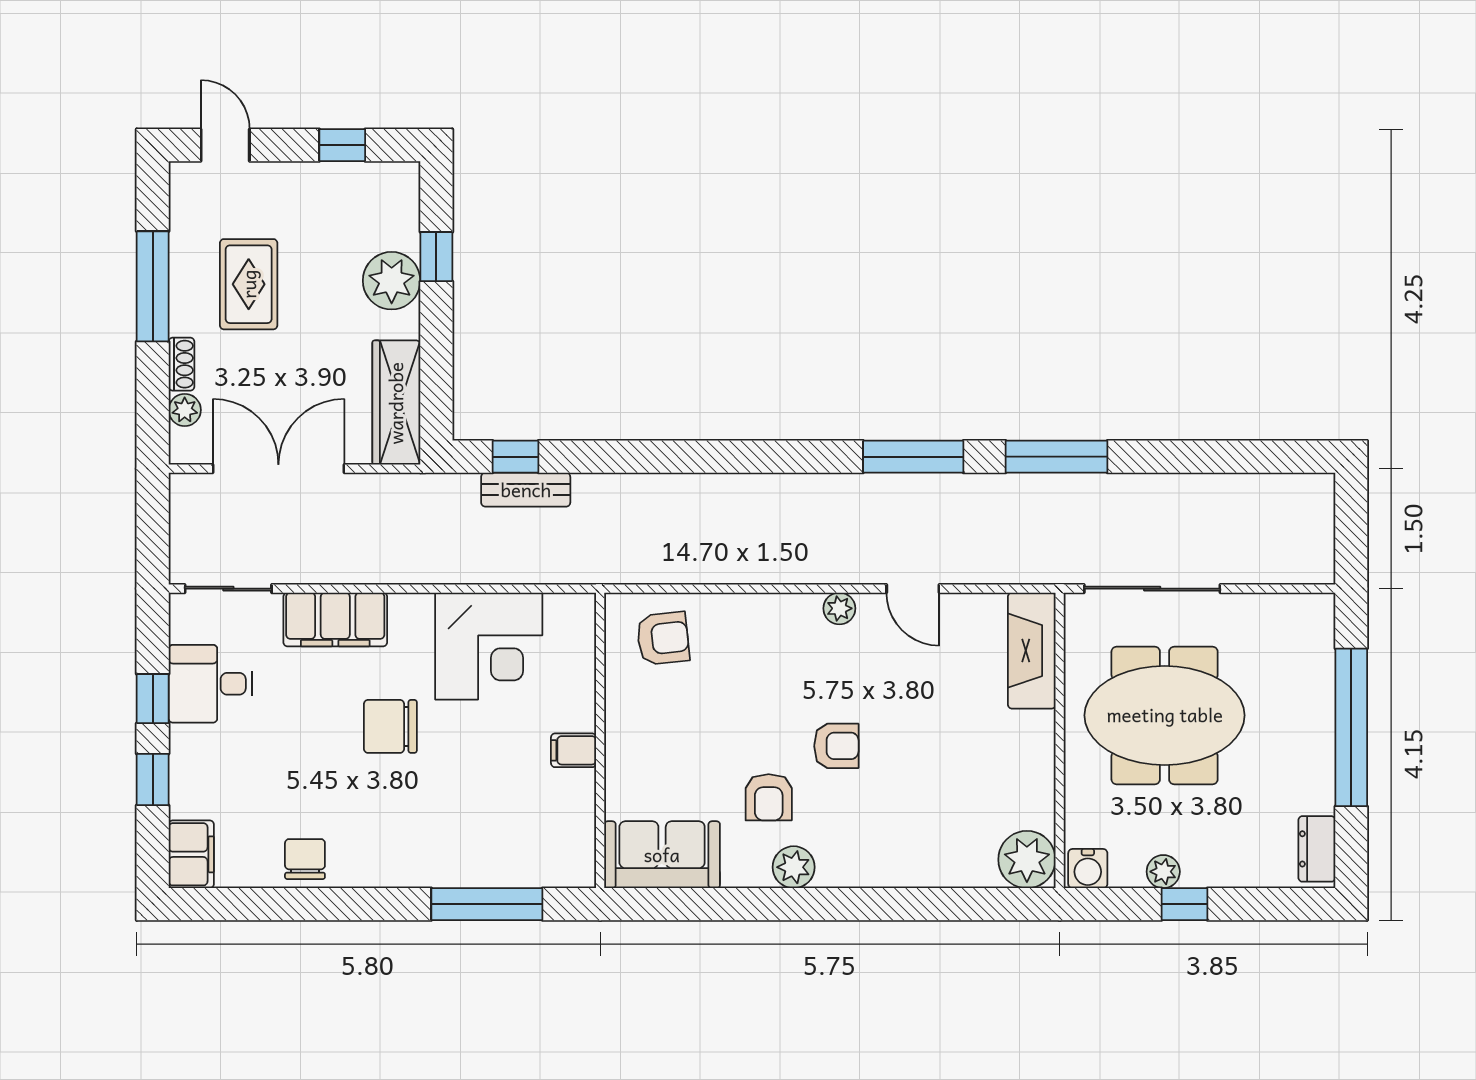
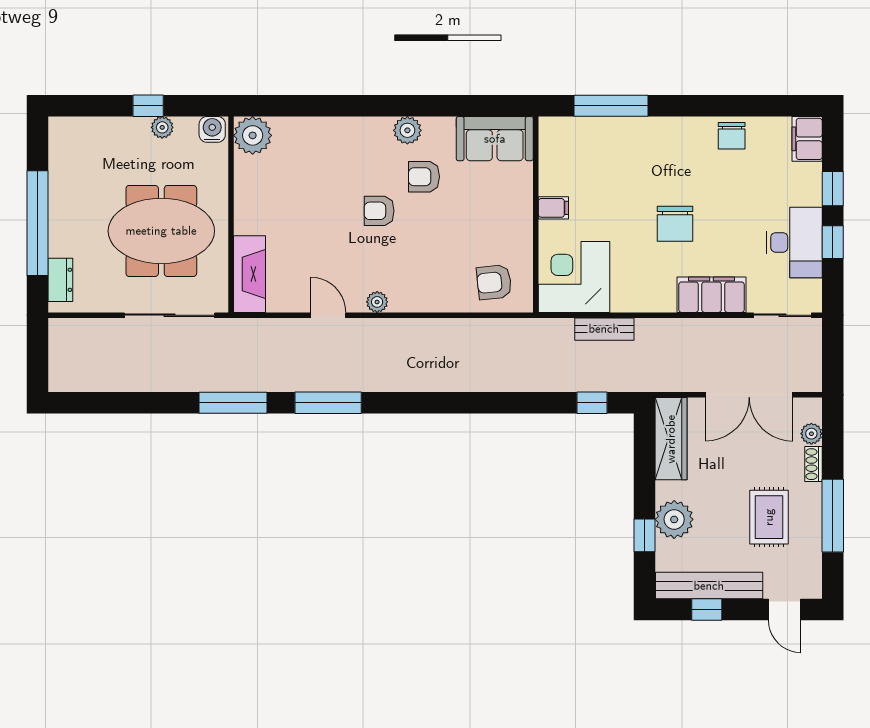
bench: (339, 181) -> (709, 586), added
bench: (526, 490) -> (604, 329), moved
corner desk: (489, 646) -> (574, 277), moved
desk: (211, 684) -> (794, 242), width x1.37
chair: (390, 726) -> (675, 224), turned 90
armchair: (769, 797) -> (424, 177), turned -90
dresser: (1317, 849) -> (60, 280), moved

